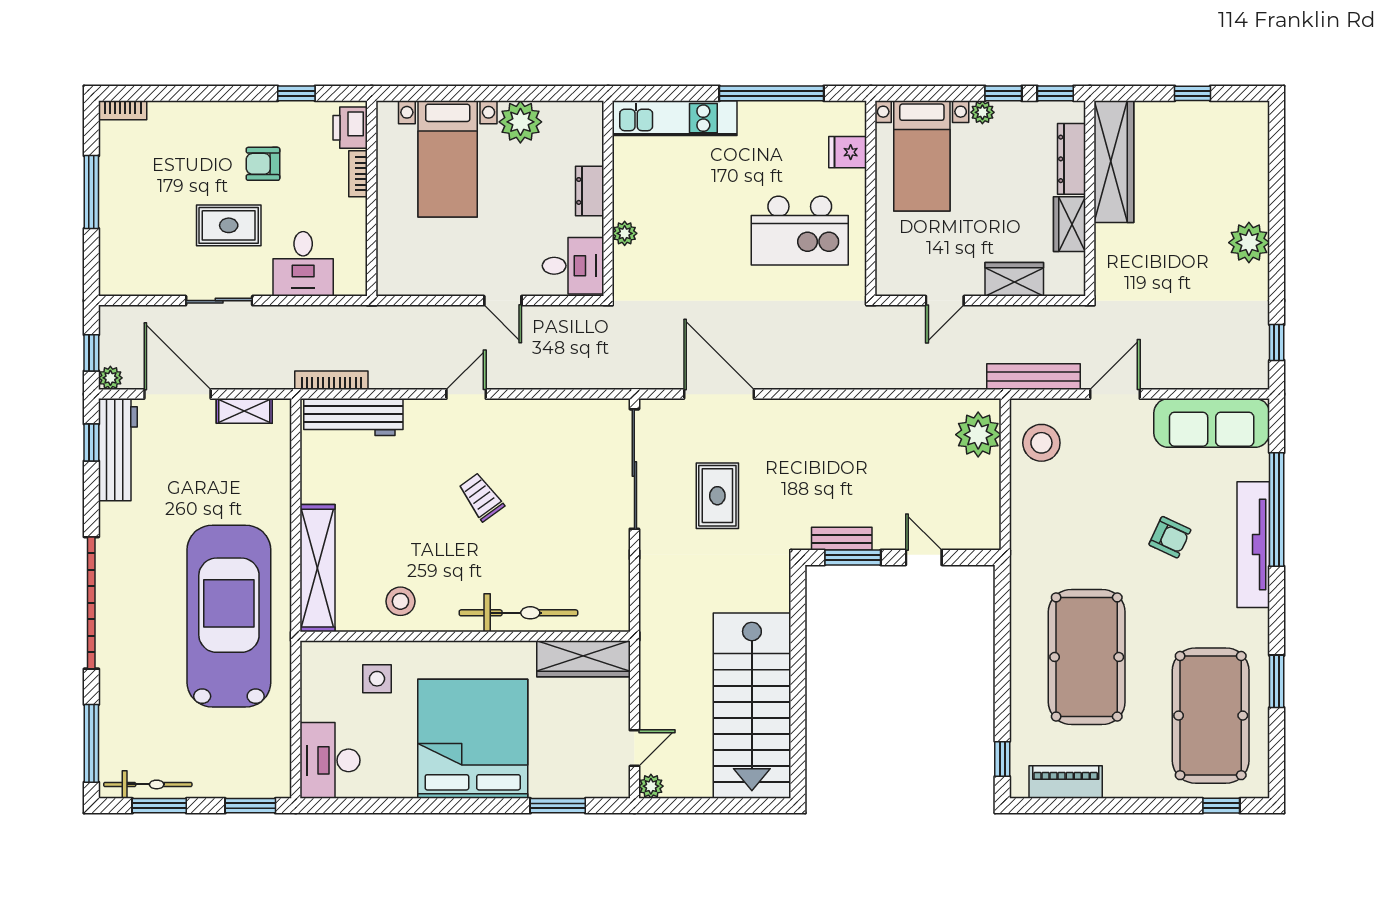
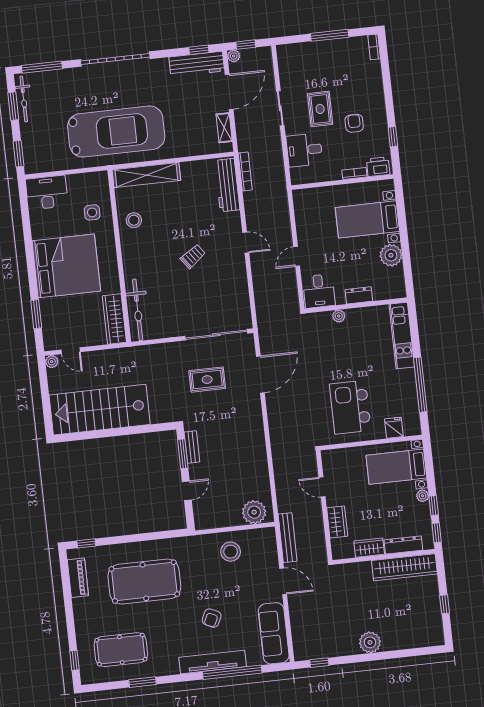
stool: (1041, 443) -> (231, 552), moved
bicycle: (518, 613) -> (138, 310), moved
pool table: (1211, 716) -> (121, 650), width x0.73, depth x0.76

